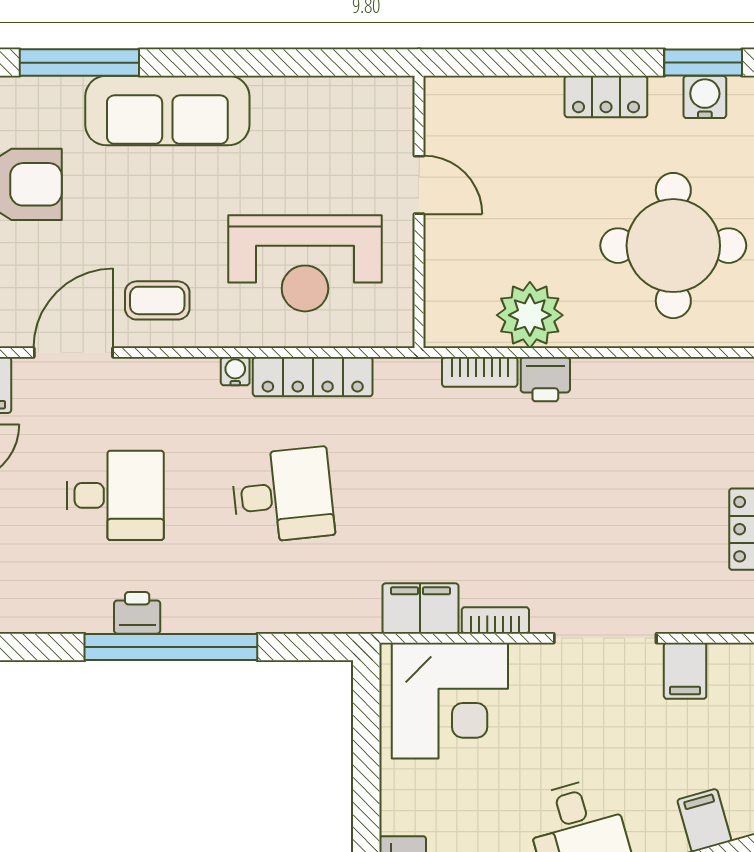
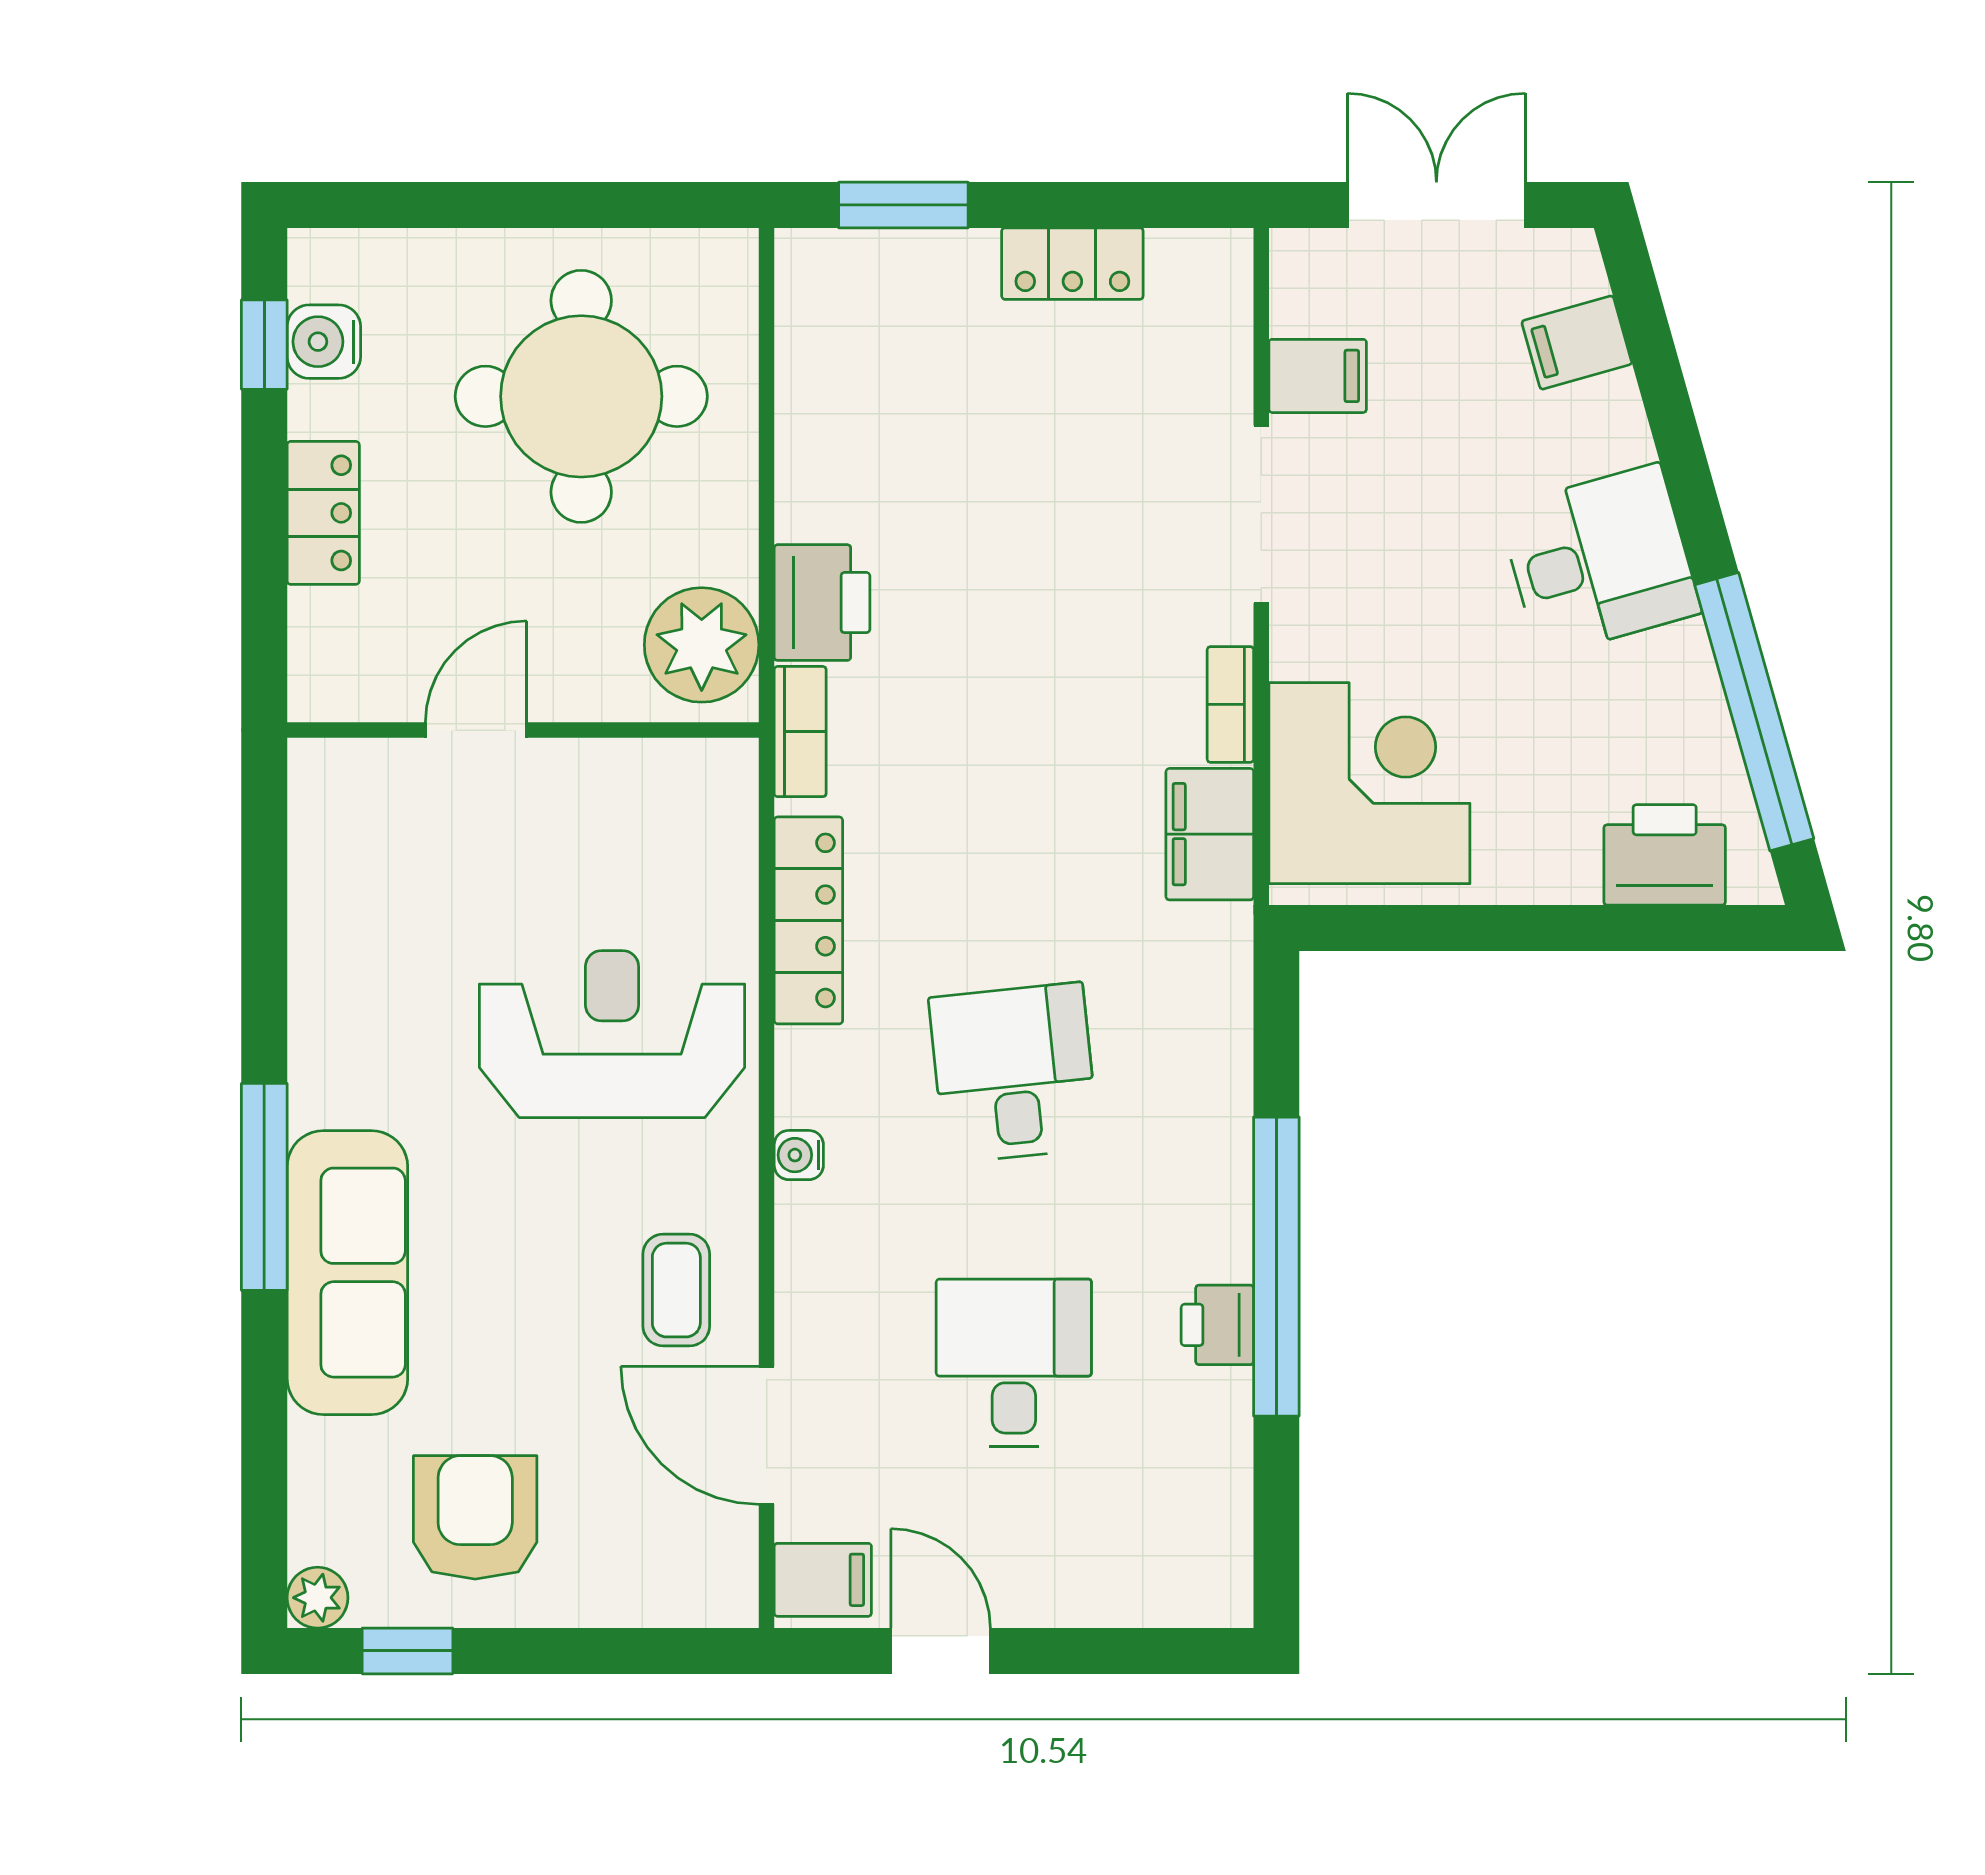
window: (79, 63) -> (264, 1187), moved
window: (703, 63) -> (264, 345), width x0.67
door: (419, 185) -> (476, 730), moved
wall: (419, 212) -> (523, 730), moved
reception desk: (305, 263) -> (612, 1034), turned -90
locker: (313, 377) -> (808, 920), moved
printer: (545, 379) -> (822, 603), width x1.36, depth x1.24

